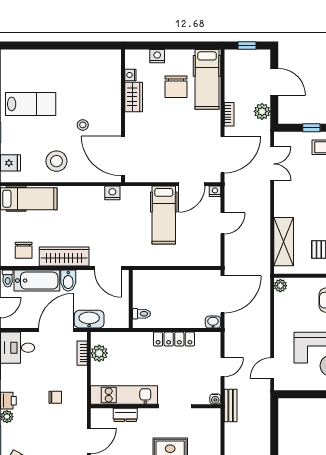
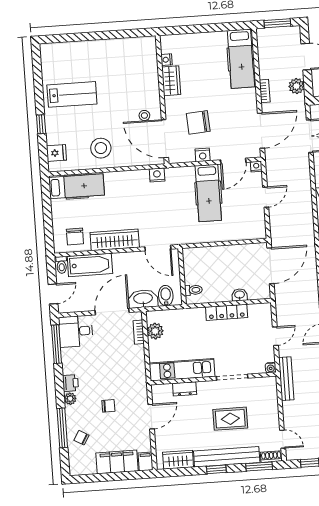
window: (247, 45) -> (277, 23), width x1.50
nightstand: (157, 56) -> (203, 155), moved, turned 180
chair: (176, 87) -> (198, 122), moved, turned 86
stool: (83, 125) -> (144, 115), moved
bidet: (68, 281) -> (166, 296), moved, turned 180
washbasin: (213, 322) -> (240, 295), moved
chair: (55, 397) -> (108, 406), moved
bench: (231, 406) -> (286, 379), width x1.36

